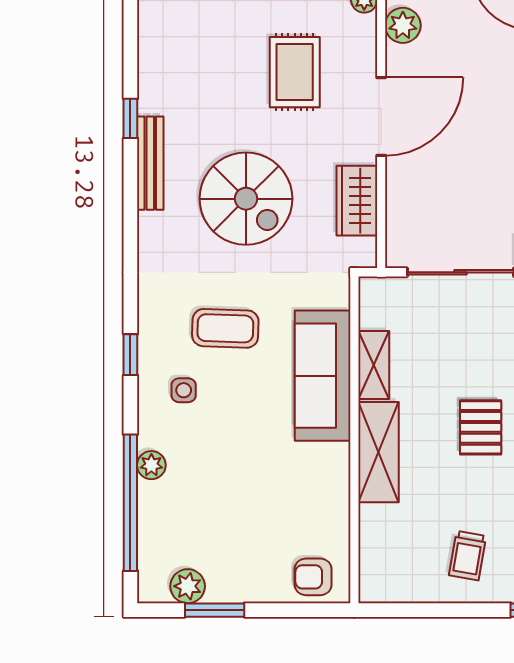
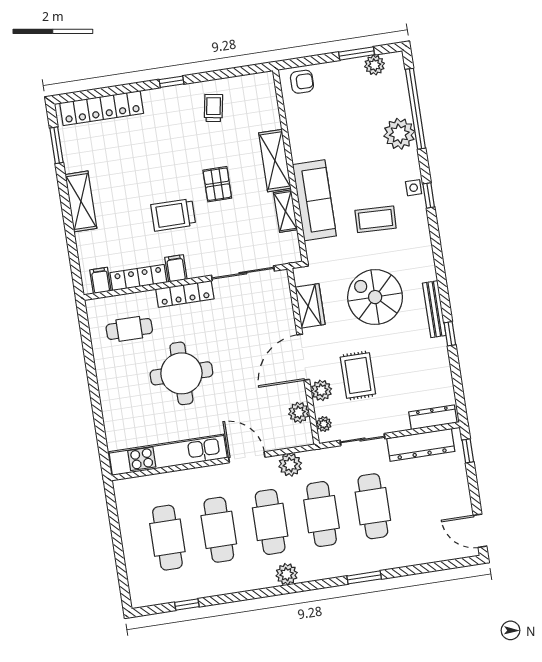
plant: (359, 57) -> (321, 390), added
side table: (184, 390) -> (414, 188), moved
plant: (151, 465) -> (399, 134), width x1.88, depth x1.88

